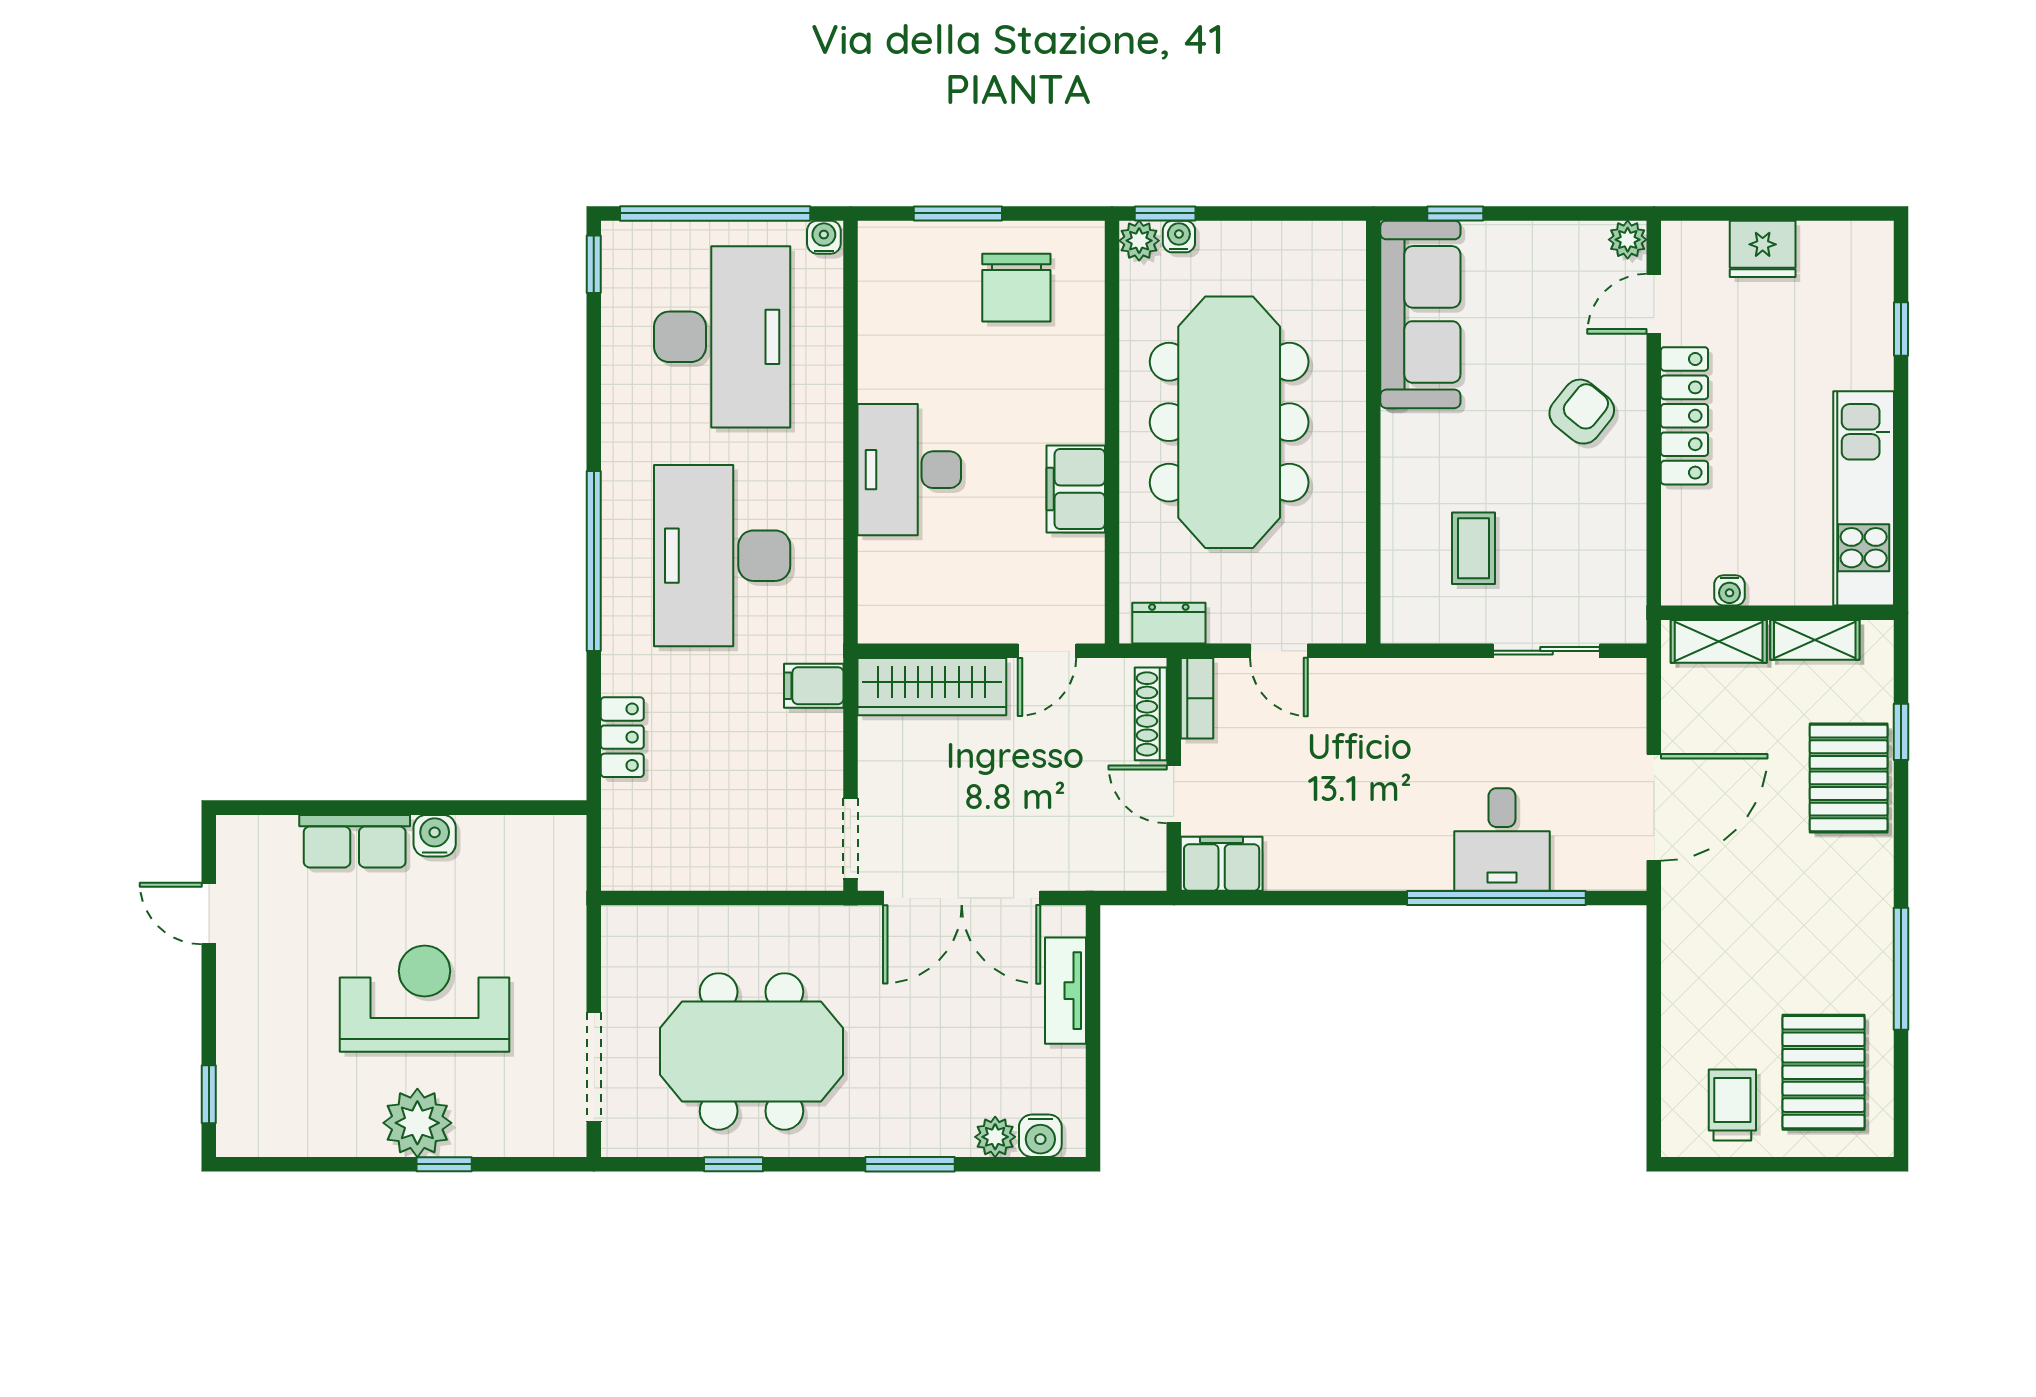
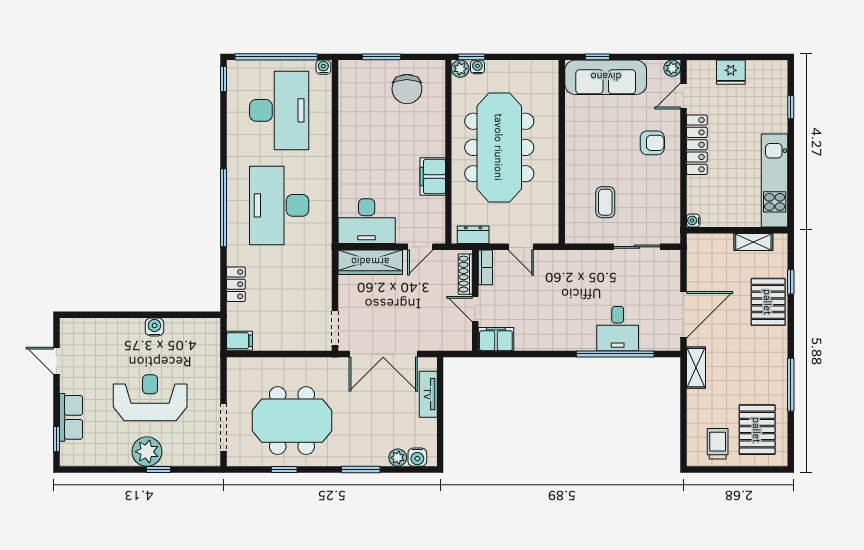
sofa: (1420, 314) -> (606, 77), moved, turned 90
armchair: (1582, 412) -> (652, 143), turned 51
desk: (909, 470) -> (367, 221), moved, turned -90
water cooler: (1730, 590) -> (693, 220), moved, turned 90
shelving: (1719, 641) -> (696, 368), moved, turned 90
filing cabinet: (814, 686) -> (239, 341), moved, turned 180
row of seats: (355, 841) -> (71, 417), moved, turned -90

